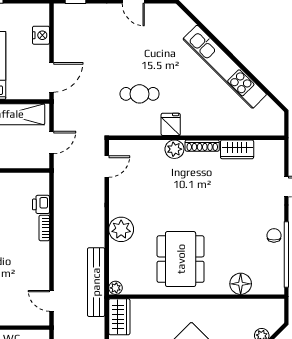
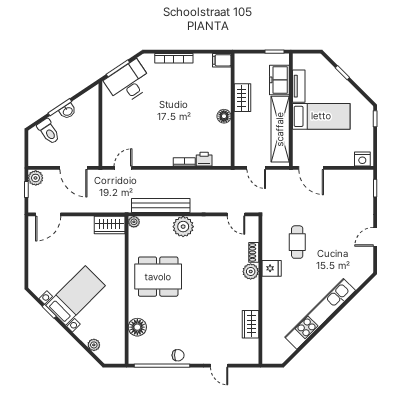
nightstand: (41, 35) -> (362, 159), moved
shoe rack: (202, 146) -> (254, 252), moved, width x0.70
bench: (96, 282) -> (161, 206), moved

